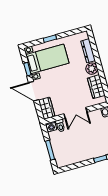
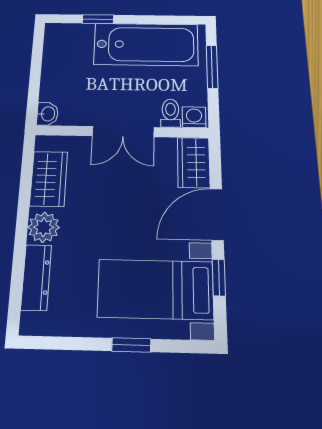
door: (34, 91) -> (217, 214), swing flipped
double door: (76, 113) -> (123, 132), swing flipped
bathtub: (78, 153) -> (146, 44), added

